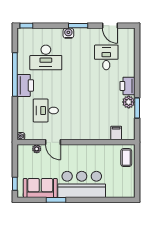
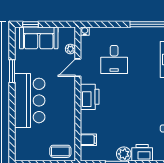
printer: (25, 85) -> (90, 97), moved, turned -90
desk: (46, 110) -> (114, 60), turned 180
sofa: (40, 188) -> (39, 38), moved, turned 90

